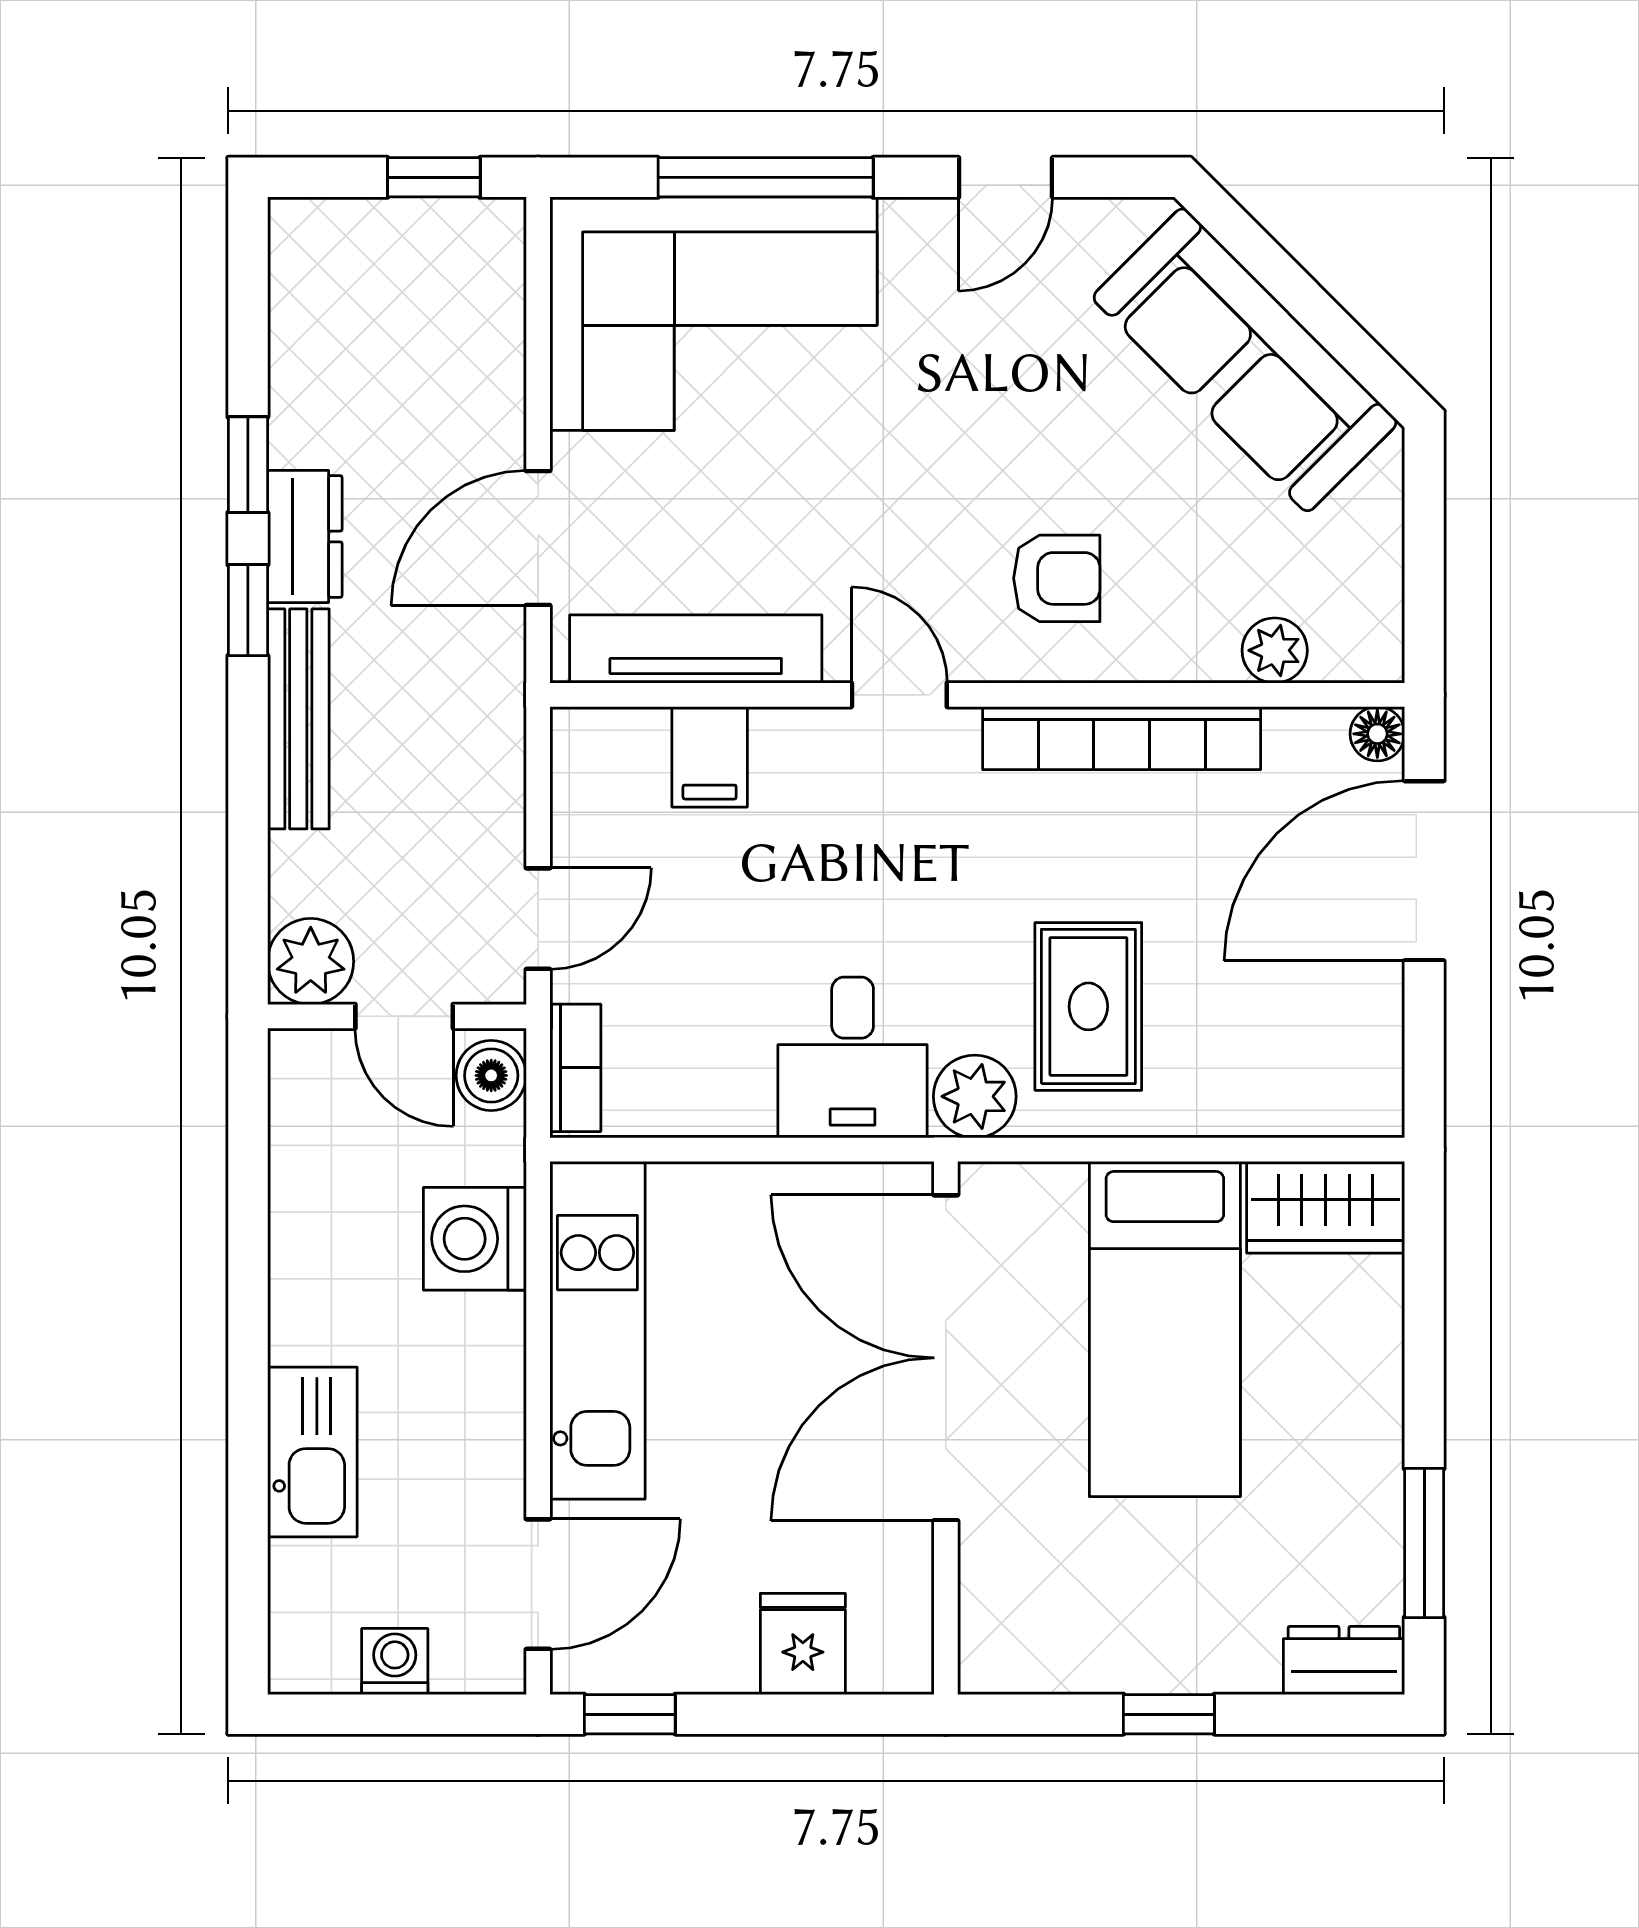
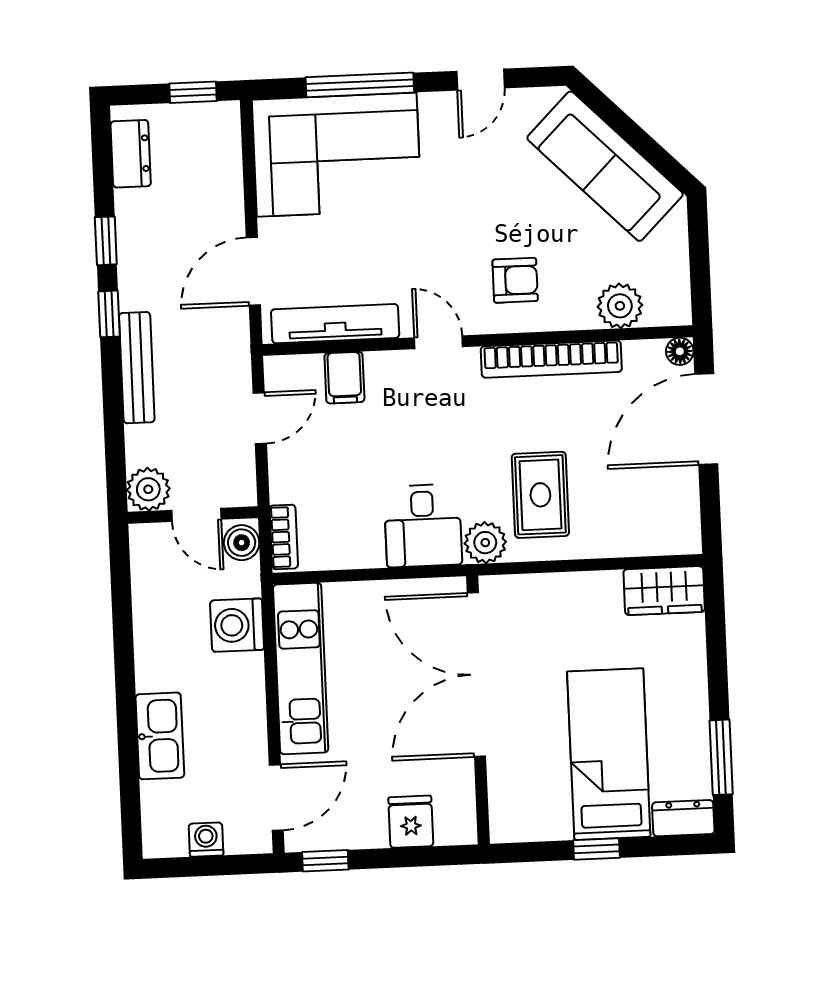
dresser: (305, 536) -> (131, 154), moved
plant: (1275, 650) -> (620, 306), width x1.38, depth x1.38
door: (538, 919) -> (260, 418), moved
bed: (1165, 1329) -> (609, 754), moved, turned 180

